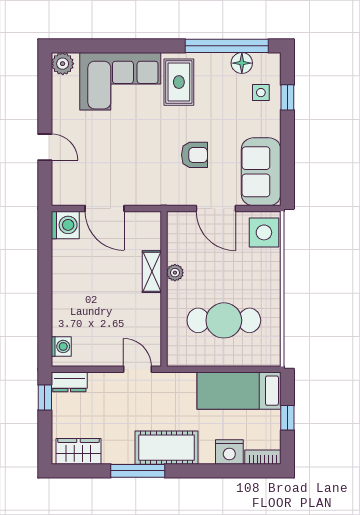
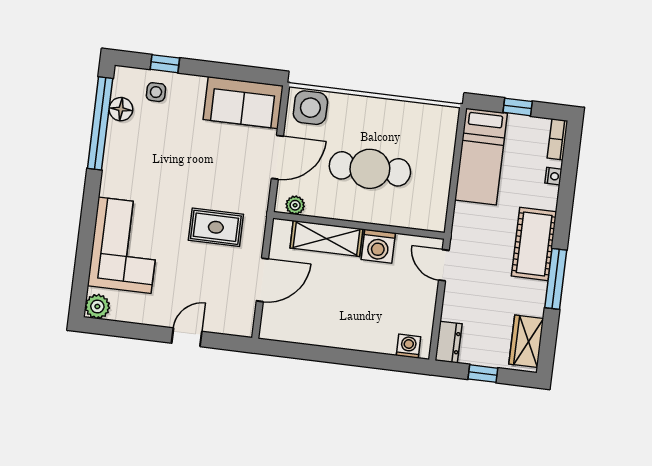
rug: (179, 82) -> (216, 227), moved
armchair: (194, 155) -> (216, 174), removed
washing machine: (65, 225) -> (378, 246), moved, turned 180
shelving: (152, 272) -> (326, 238), width x1.50, depth x1.33
plant: (175, 273) -> (295, 205), moved
cafe table: (224, 320) -> (370, 169), moved, turned 90
door: (138, 369) -> (444, 265), hinge flipped
window: (45, 397) -> (483, 374), moved
nightstand: (229, 452) -> (553, 176), width x0.53, depth x0.56

